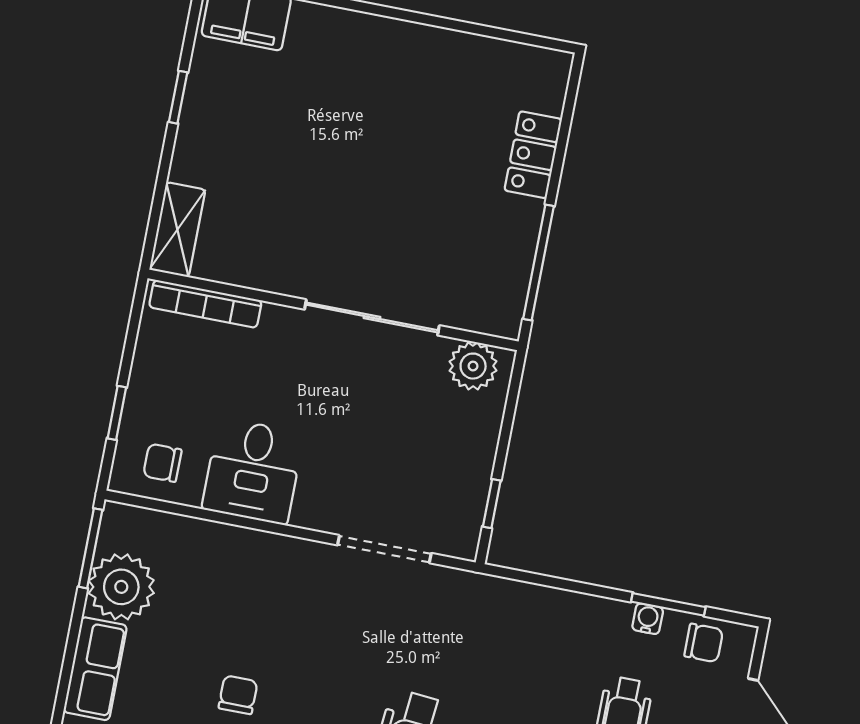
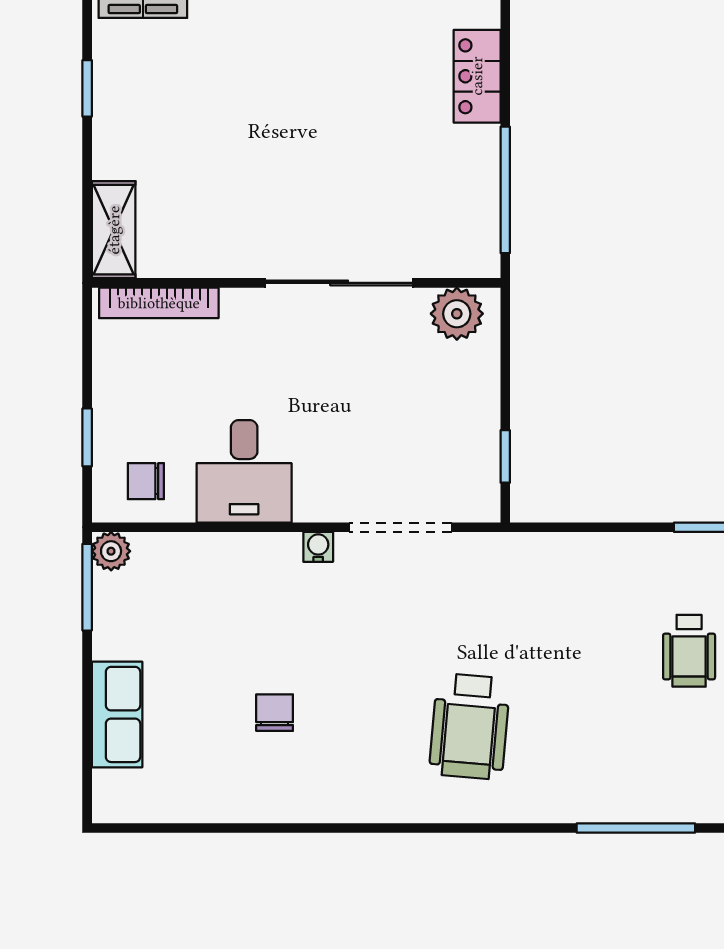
plant: (121, 587) -> (111, 551), moved, width x0.53, depth x0.53
water cooler: (648, 619) -> (318, 547), moved

